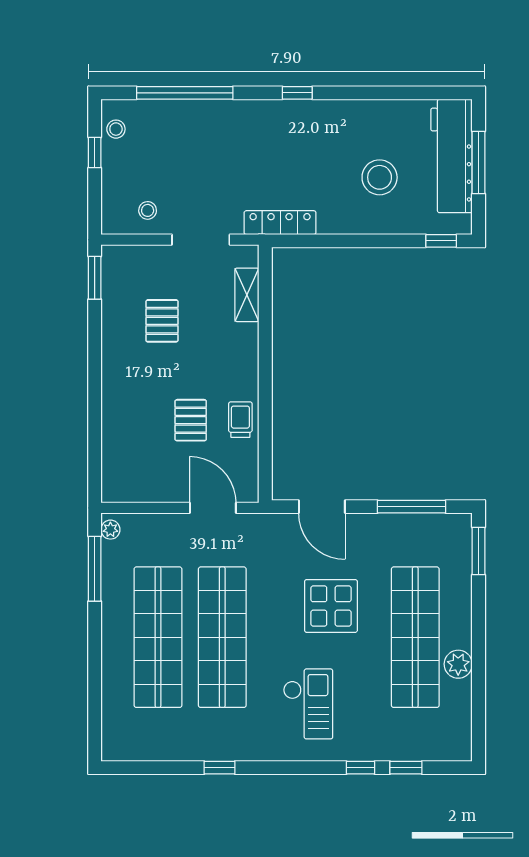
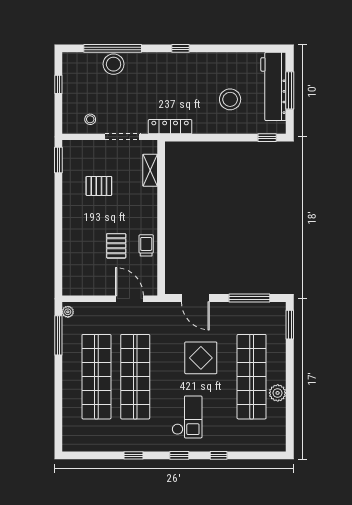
stool: (116, 129) -> (114, 64), moved, width x1.89, depth x1.89
pallet: (162, 321) -> (99, 186), turned 90
window: (406, 768) -> (179, 455), moved

